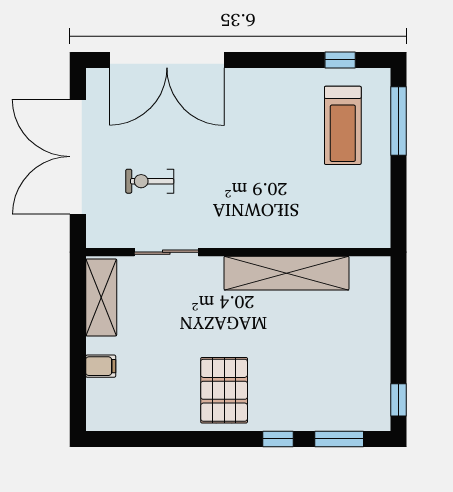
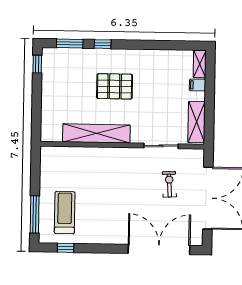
exercise bike: (150, 181) -> (169, 184), turned -93
pallet: (224, 390) -> (115, 86), moved, turned 90
shelving: (97, 405) -> (200, 64), added

